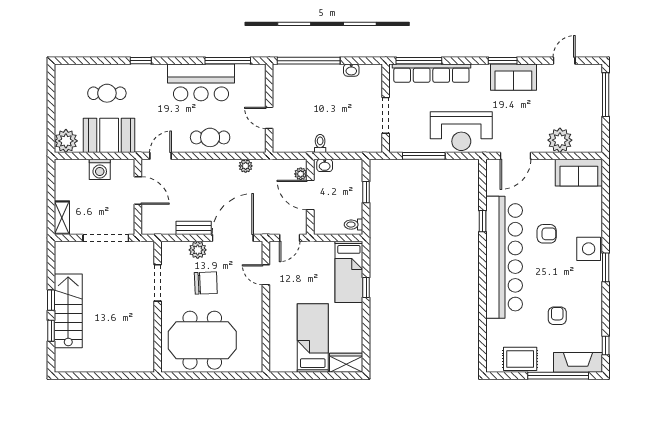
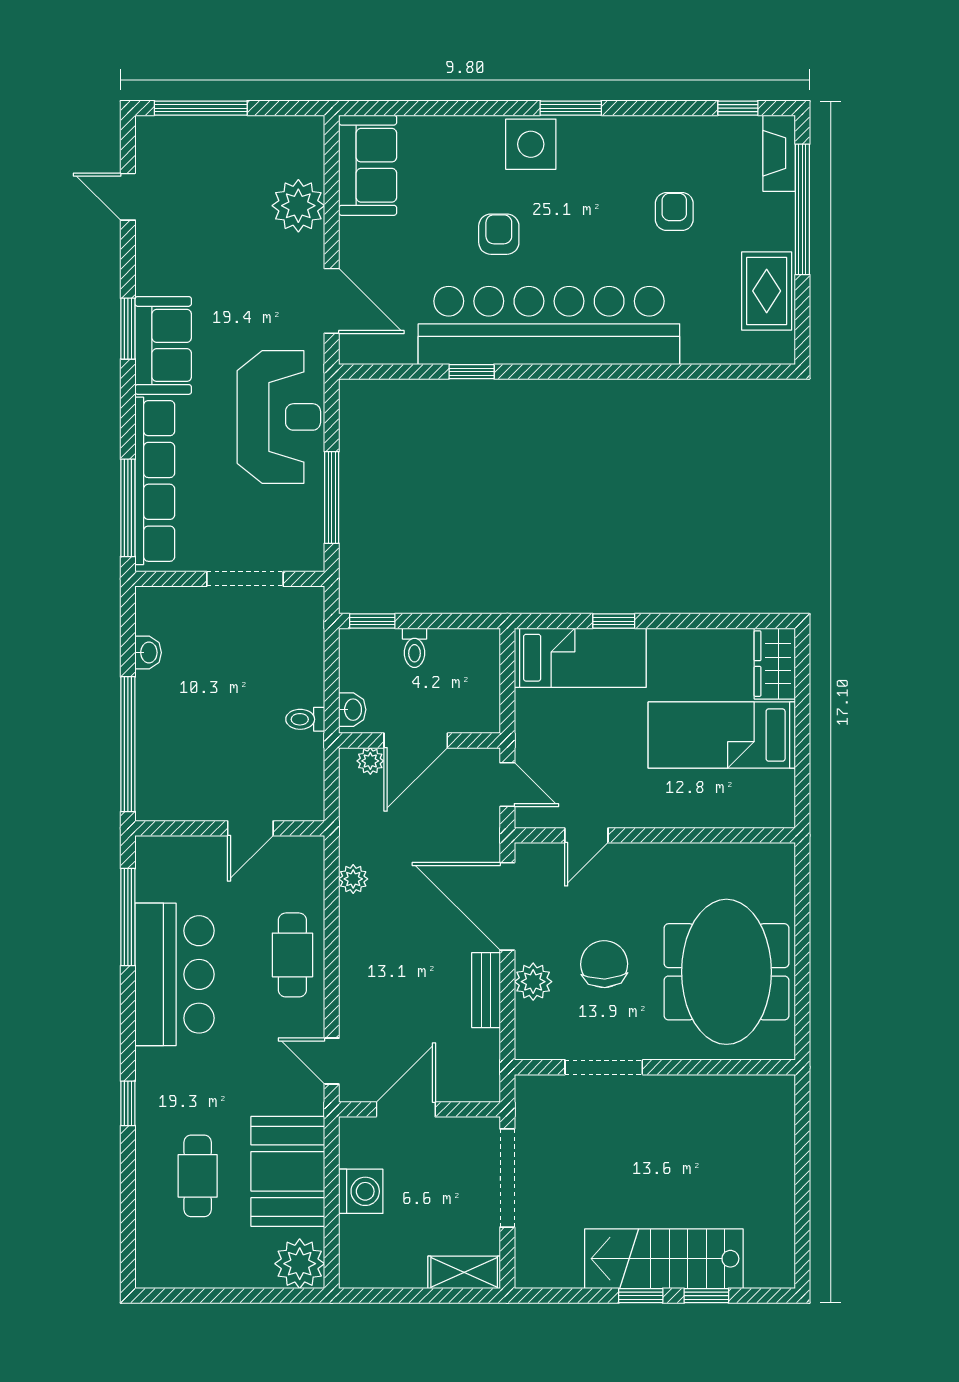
sofa: (513, 77) -> (163, 345), moved
window: (366, 192) -> (372, 621), moved
toilet: (354, 225) -> (414, 648), moved
armchair: (557, 316) -> (674, 211), turned 90
fireplace: (578, 362) -> (779, 153), width x0.73, depth x0.76

